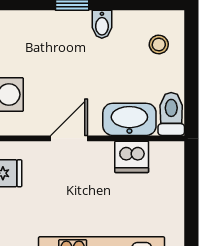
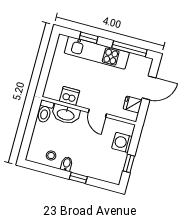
stool: (159, 44) -> (51, 156), moved
door: (69, 138) -> (97, 113), hinge flipped

